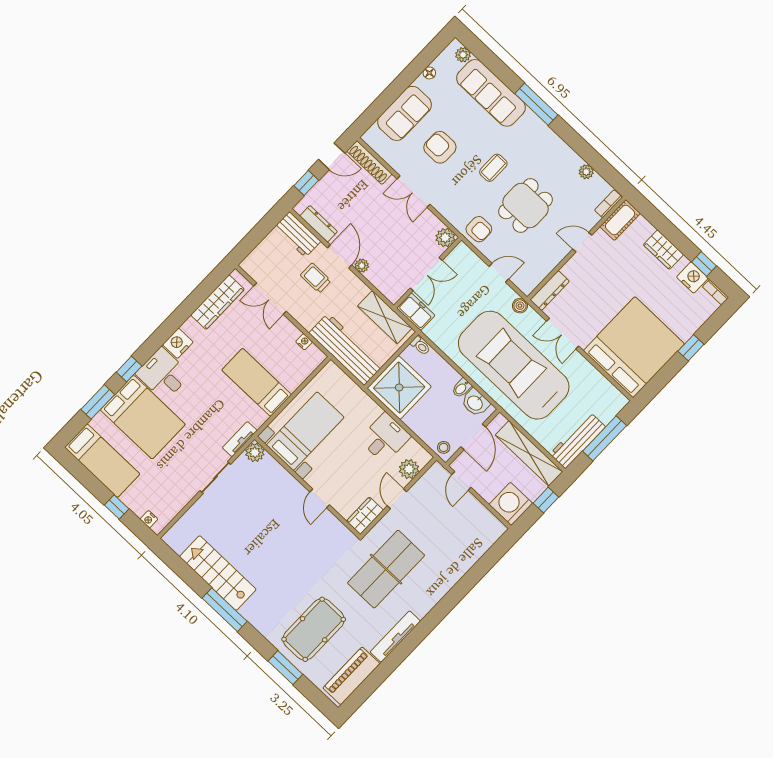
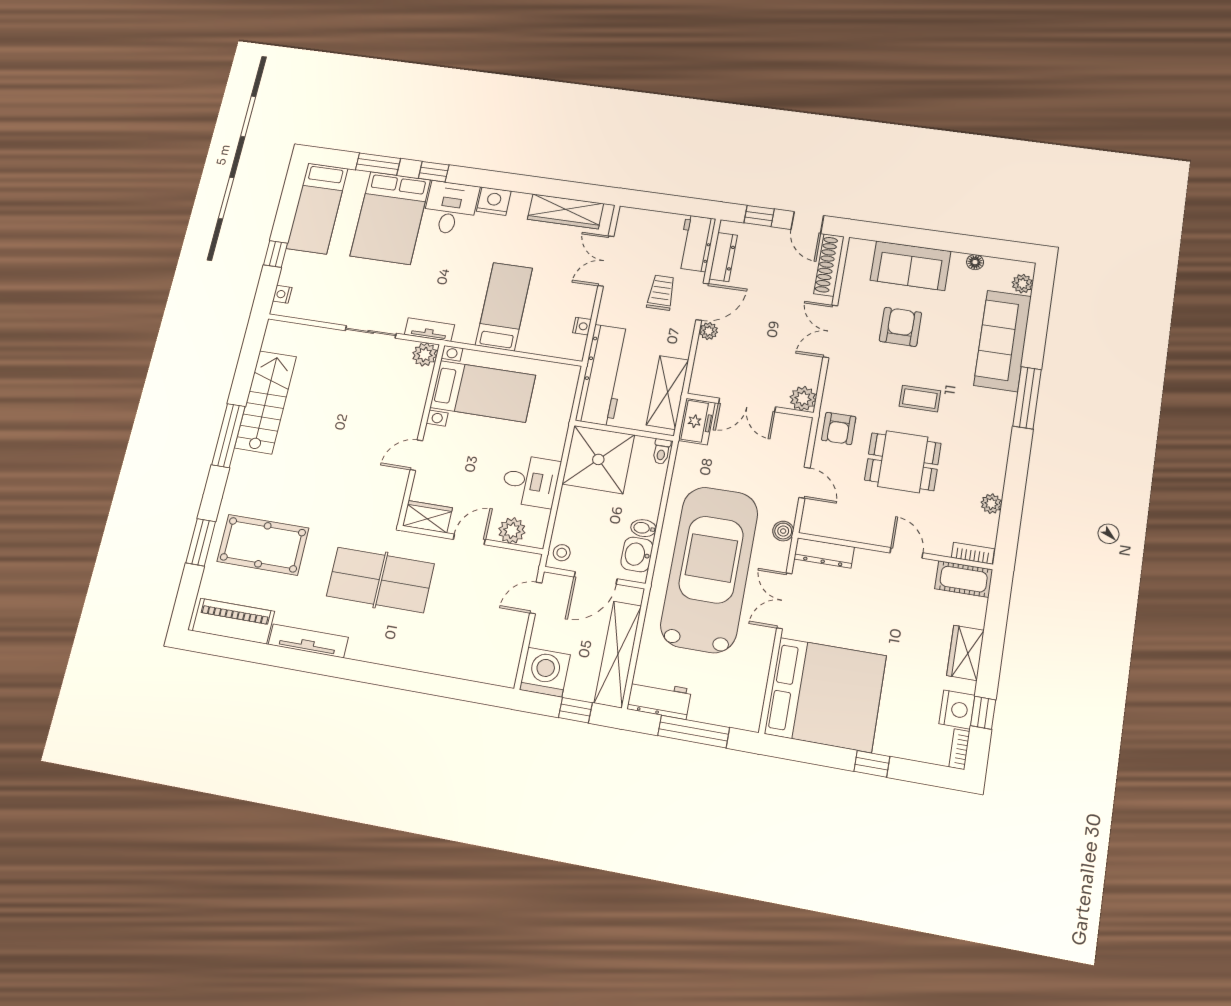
workbench: (578, 440) -> (659, 699), width x0.73

